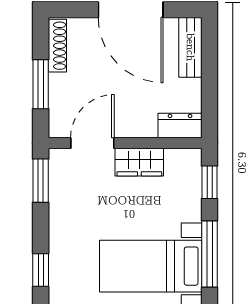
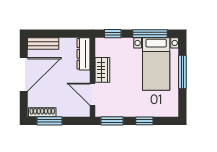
window: (41, 84) -> (50, 121), moved
dresser: (180, 125) -> (84, 54), width x1.44
window: (41, 270) -> (144, 121), moved

